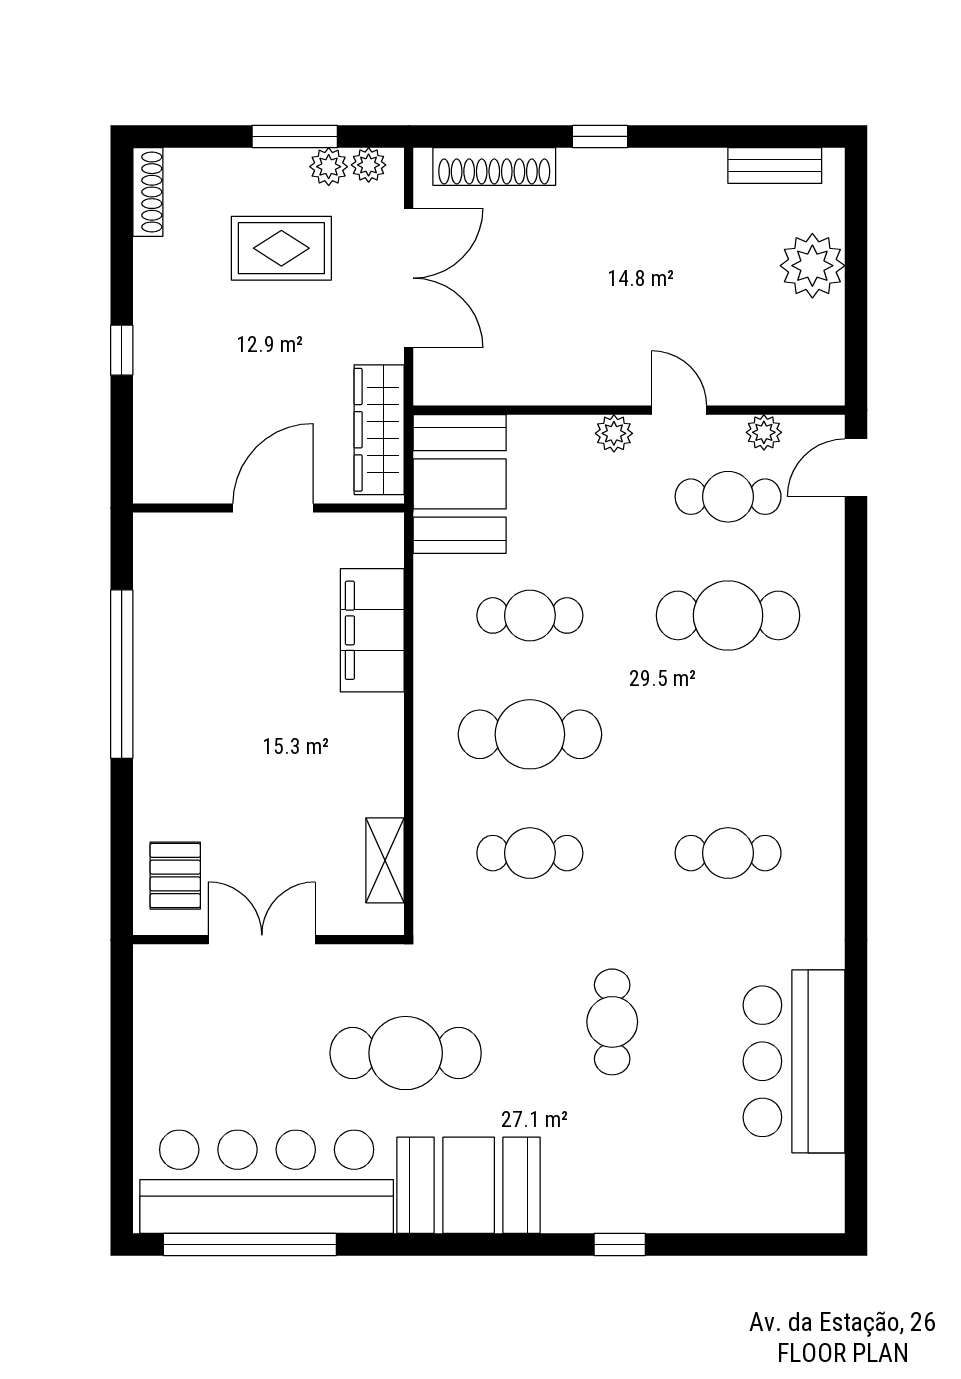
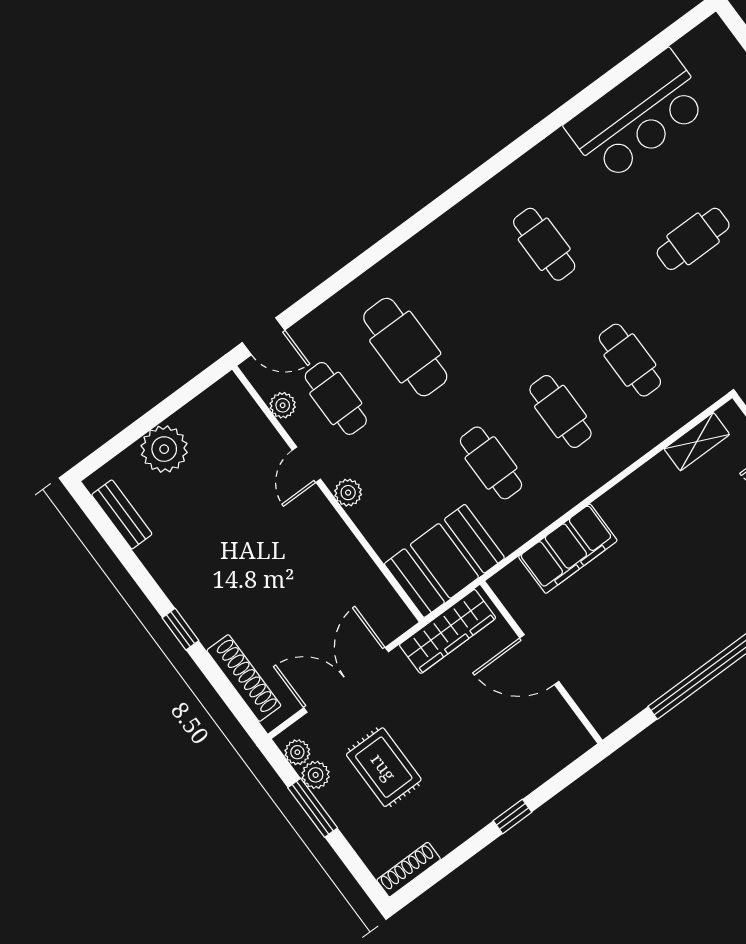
cafe table: (530, 734) -> (560, 412), width x0.73, depth x0.74

